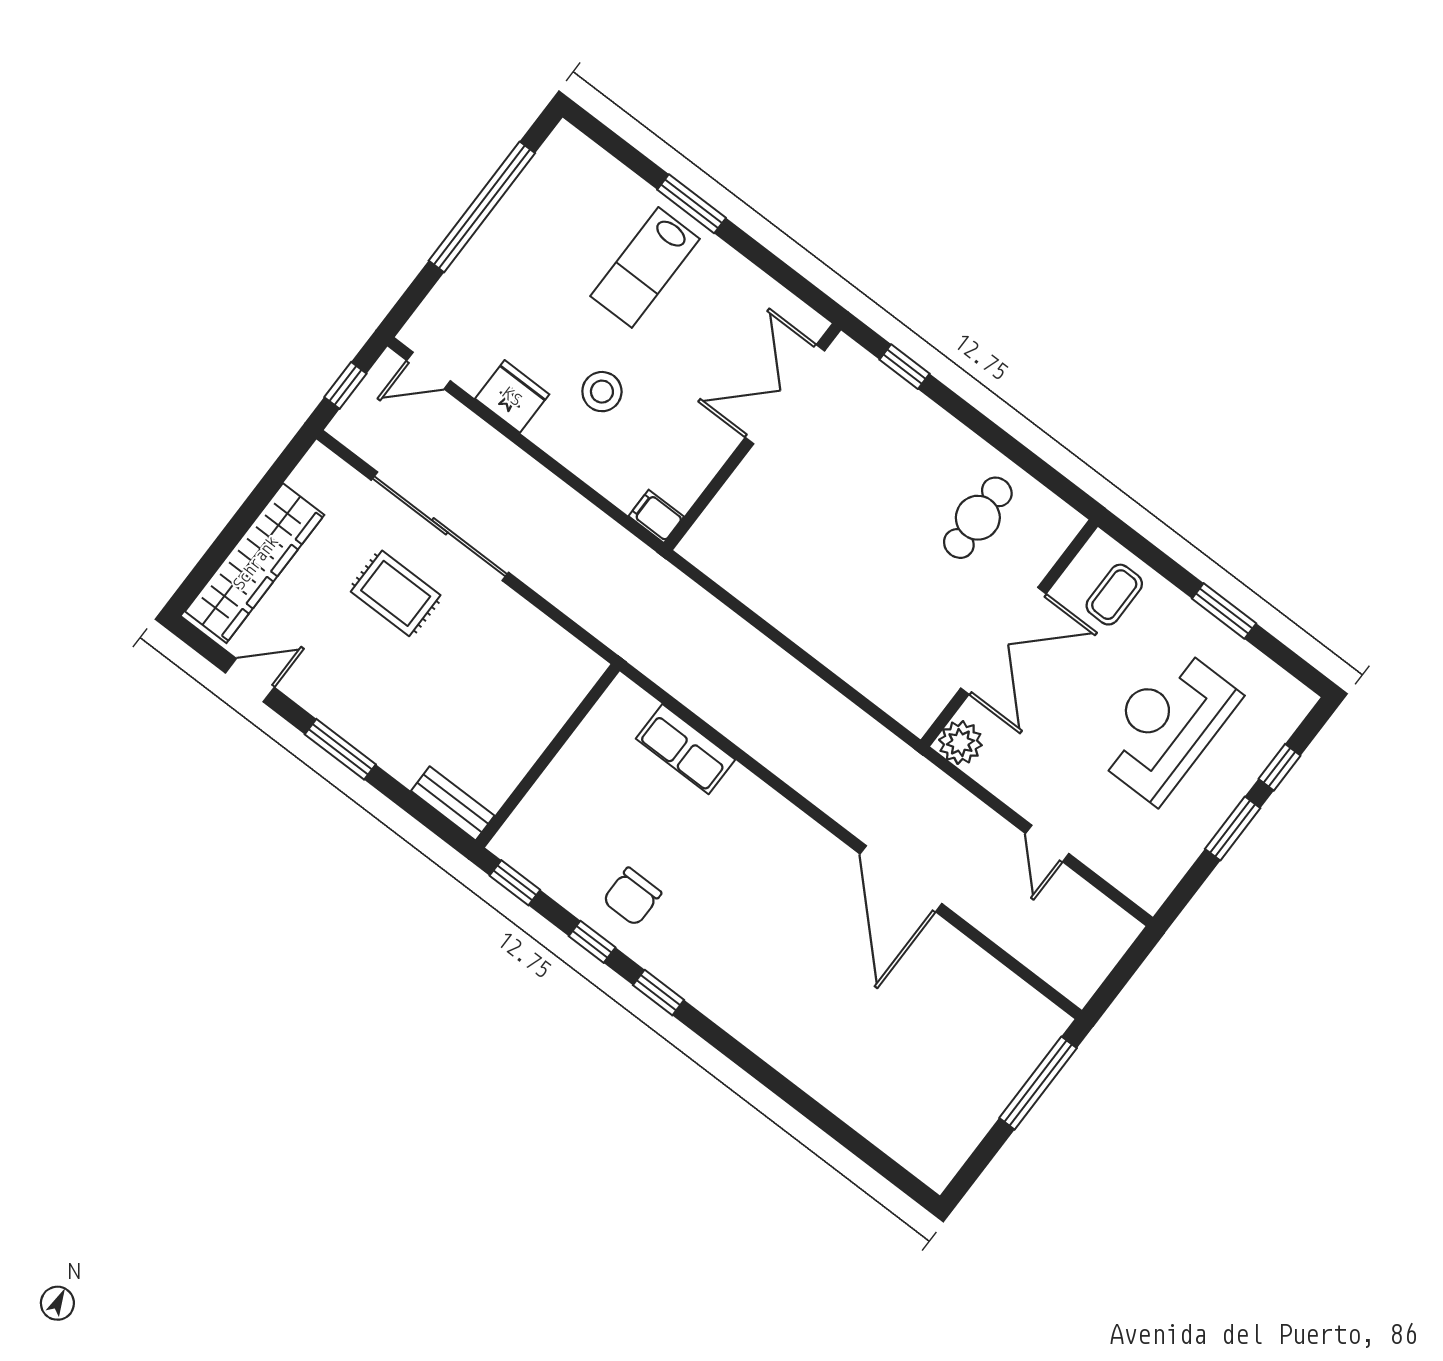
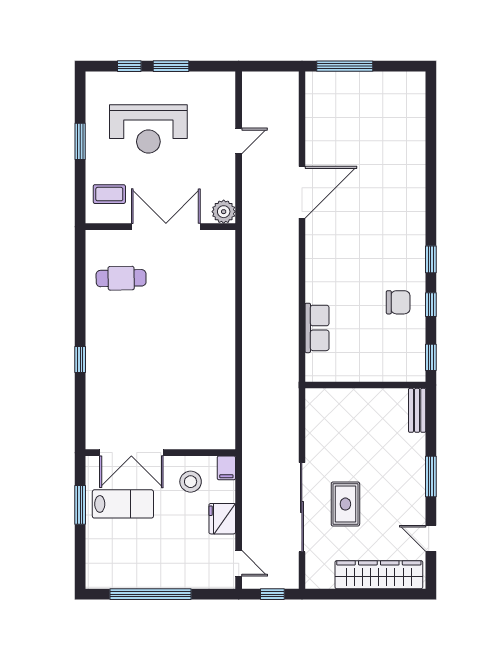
double door: (785, 394) -> (131, 453), moved
wall: (752, 437) -> (160, 453), moved
filing cabinet: (656, 516) -> (226, 468), moved

